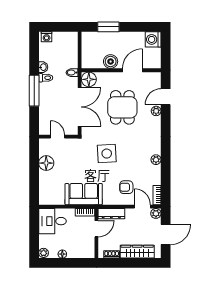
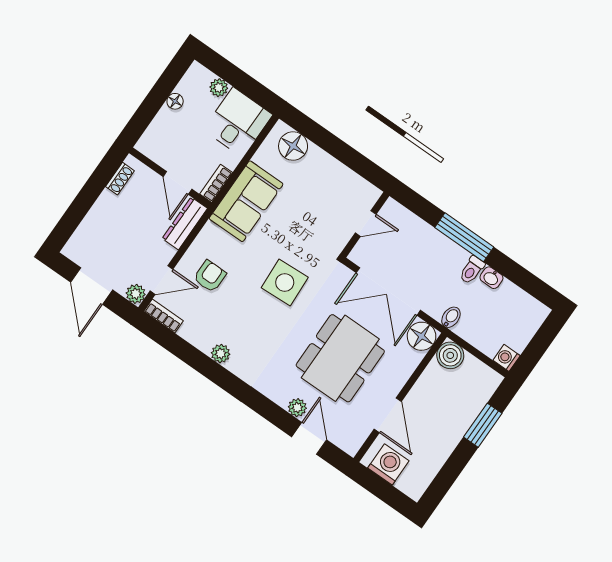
washing machine: (47, 37) -> (507, 358), moved
washing machine: (153, 39) -> (388, 464), moved
boiler: (111, 61) -> (450, 355), moved
dining table: (122, 107) -> (340, 358), width x1.38
floor lamp: (46, 163) -> (293, 146), moved
wardrobe: (137, 252) -> (96, 222), removed
plant: (44, 253) -> (219, 88), moved

